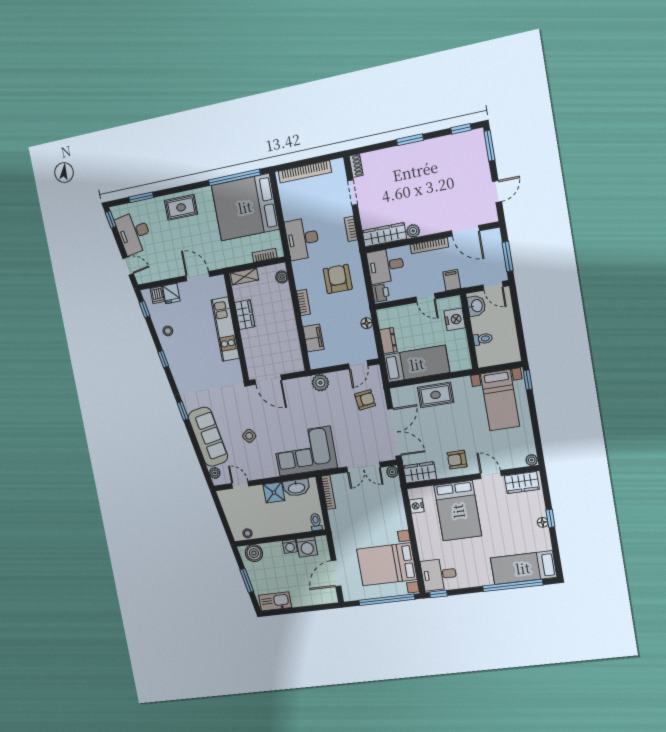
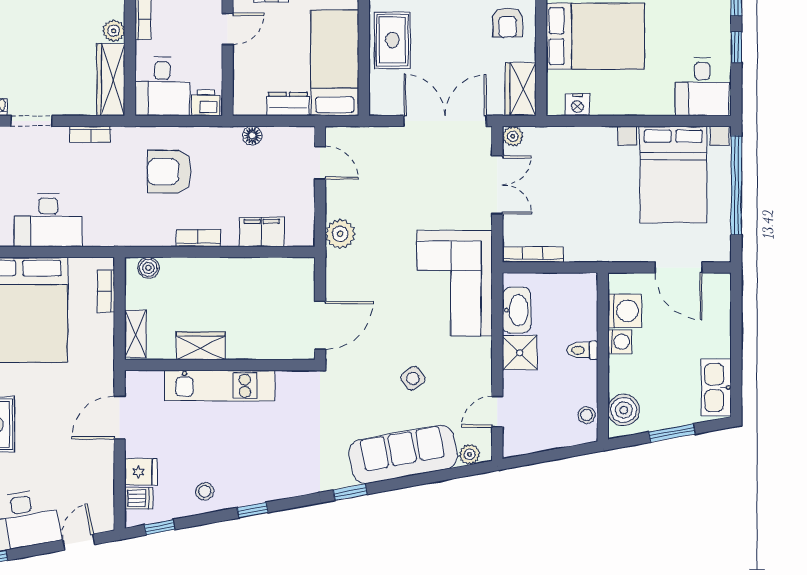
desk: (302, 239) -> (48, 220), moved
armchair: (365, 400) -> (382, 161), removed
toilet: (316, 522) -> (582, 350), moved
window: (438, 594) -> (736, 47), moved

